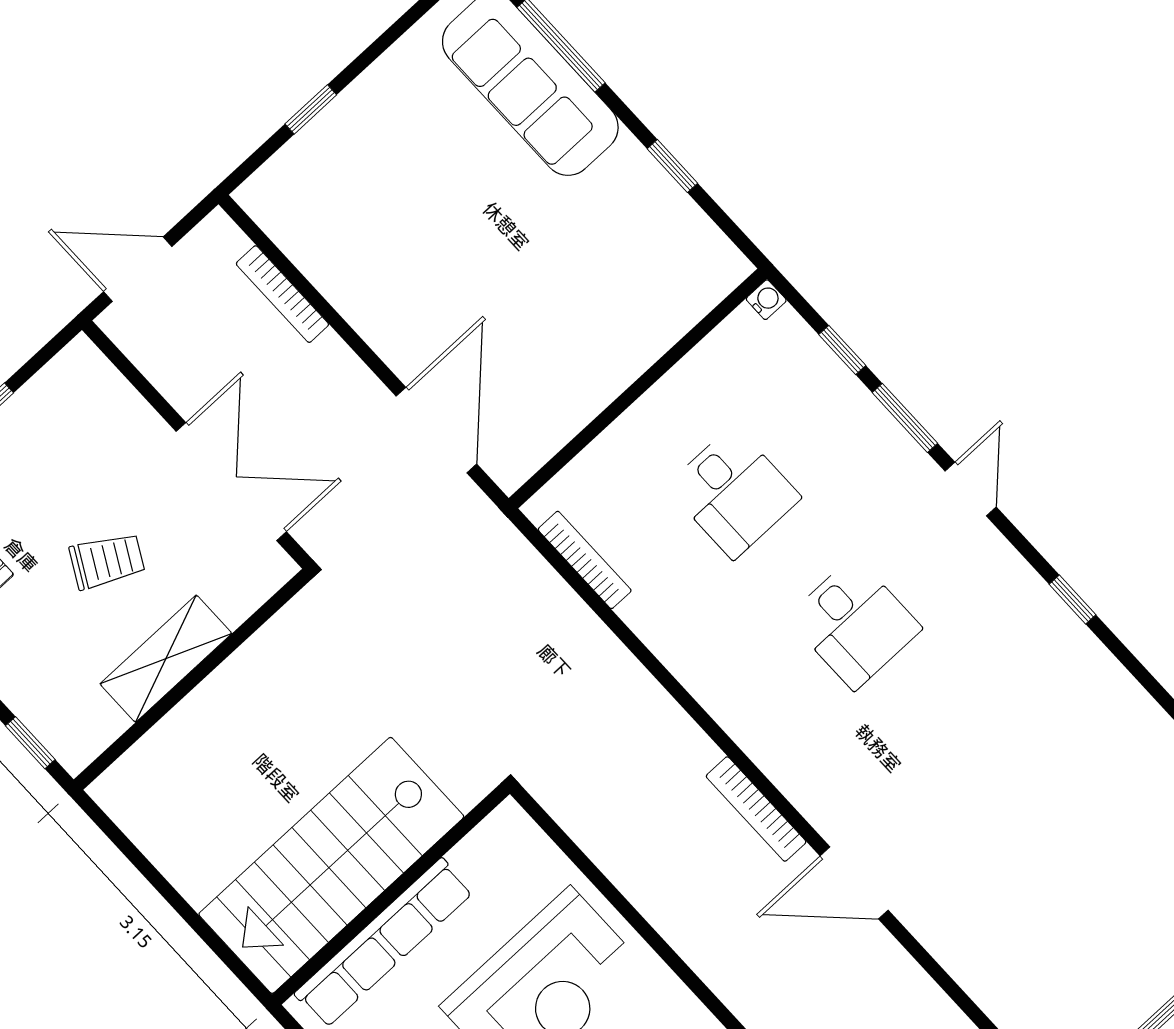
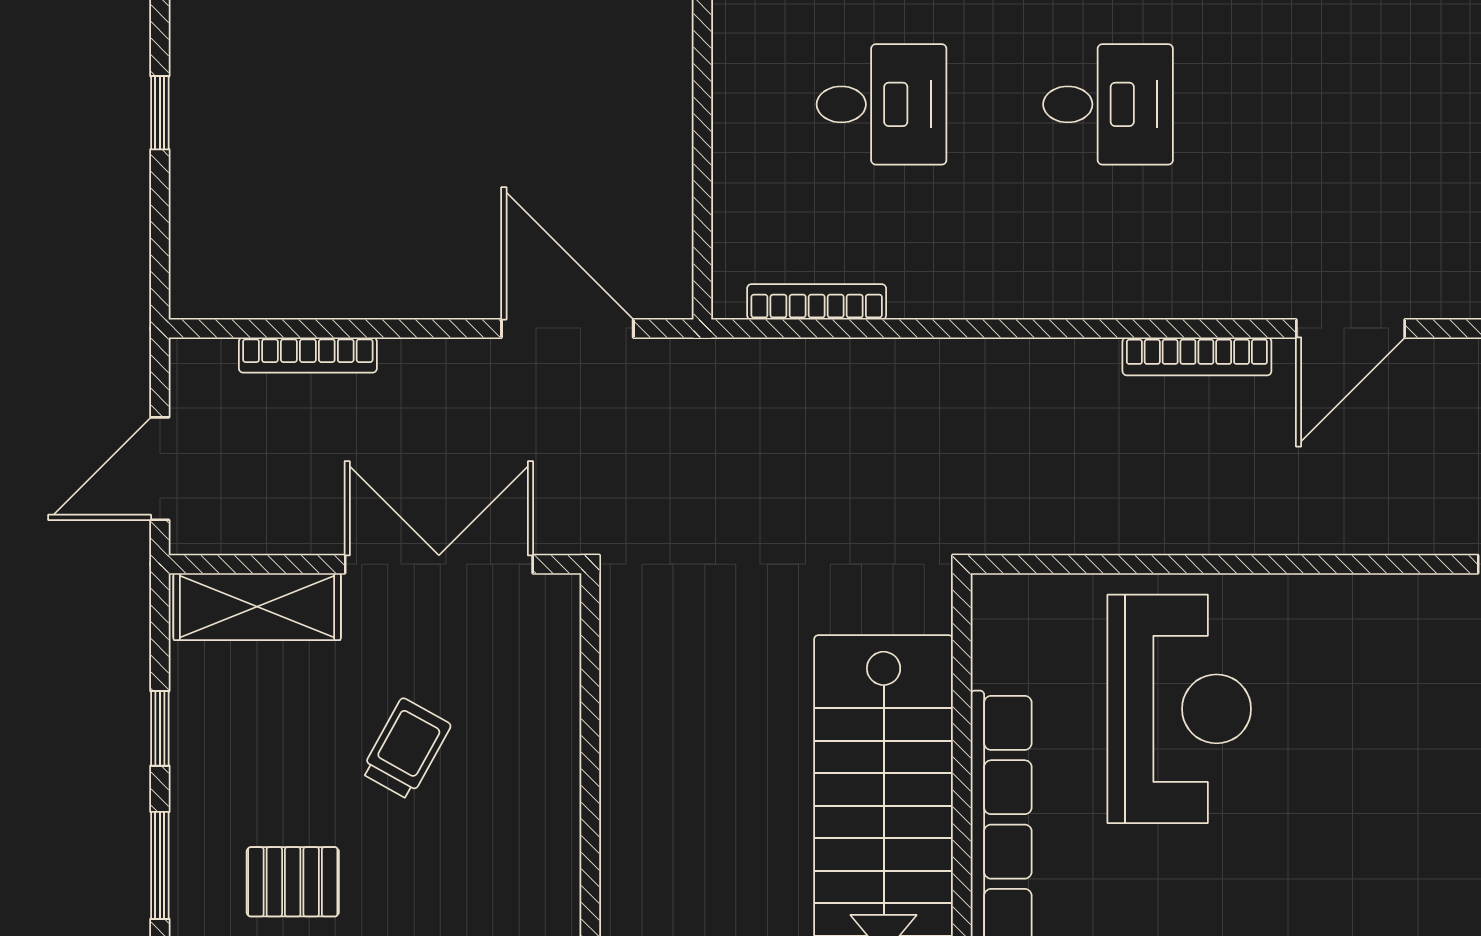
window: (311, 109) -> (160, 113), moved
shelving: (166, 659) -> (257, 607), moved, turned 90

